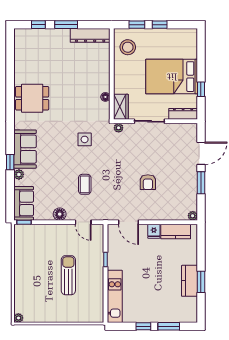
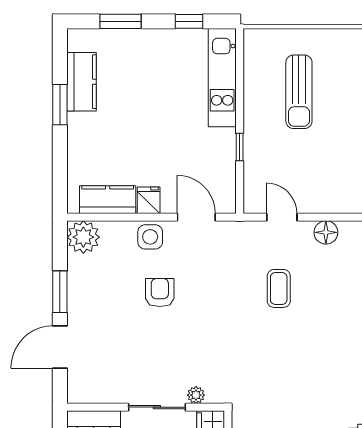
plant: (119, 128) -> (196, 395), moved
side table: (85, 139) -> (150, 237), moved
plant: (193, 216) -> (83, 237), width x1.88, depth x1.88
sun lounger: (68, 275) -> (299, 92), moved
kitchen counter: (189, 281) -> (82, 82), moved
window: (143, 326) -> (189, 21), moved

